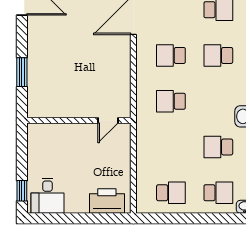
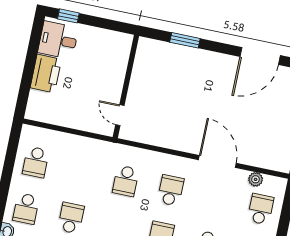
school desk: (171, 101) -> (126, 181), turned 180
printer: (107, 201) -> (46, 74), moved

